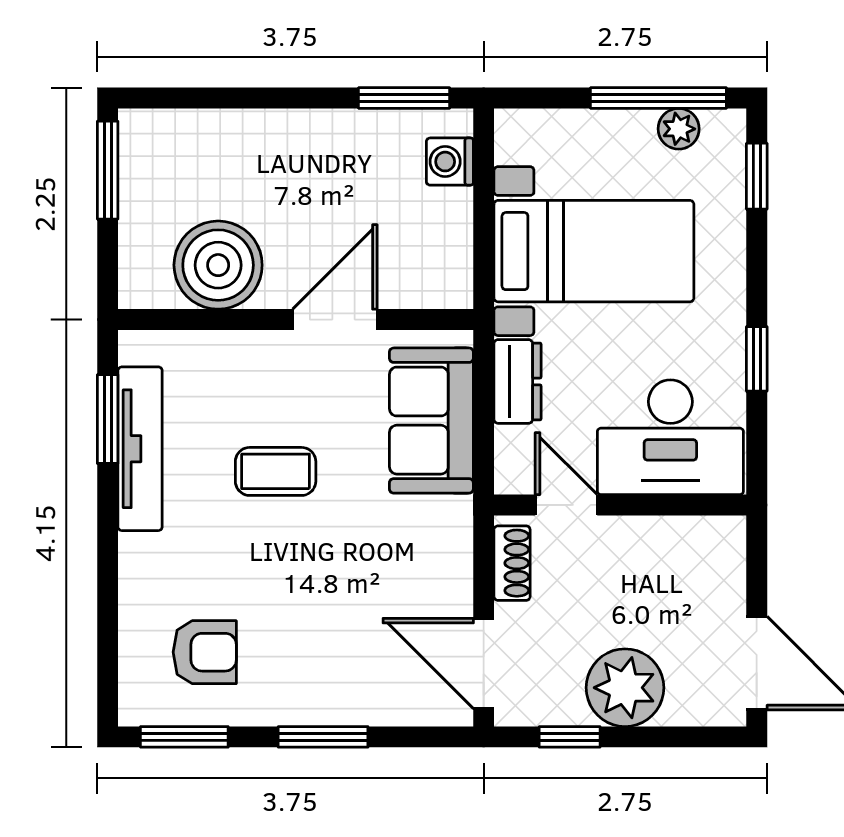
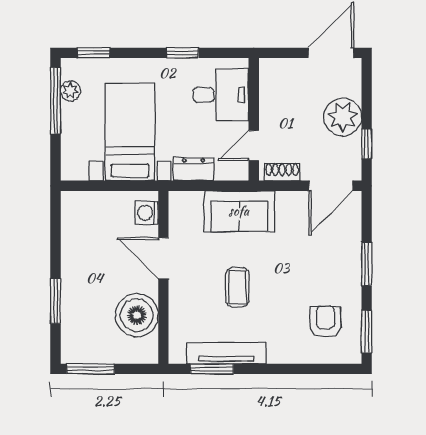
window: (404, 98) -> (56, 301), moved
washing machine: (450, 162) -> (147, 213), moved, turned 90
sofa: (431, 421) -> (239, 211), moved
desk: (670, 437) -> (221, 95), width x0.73

